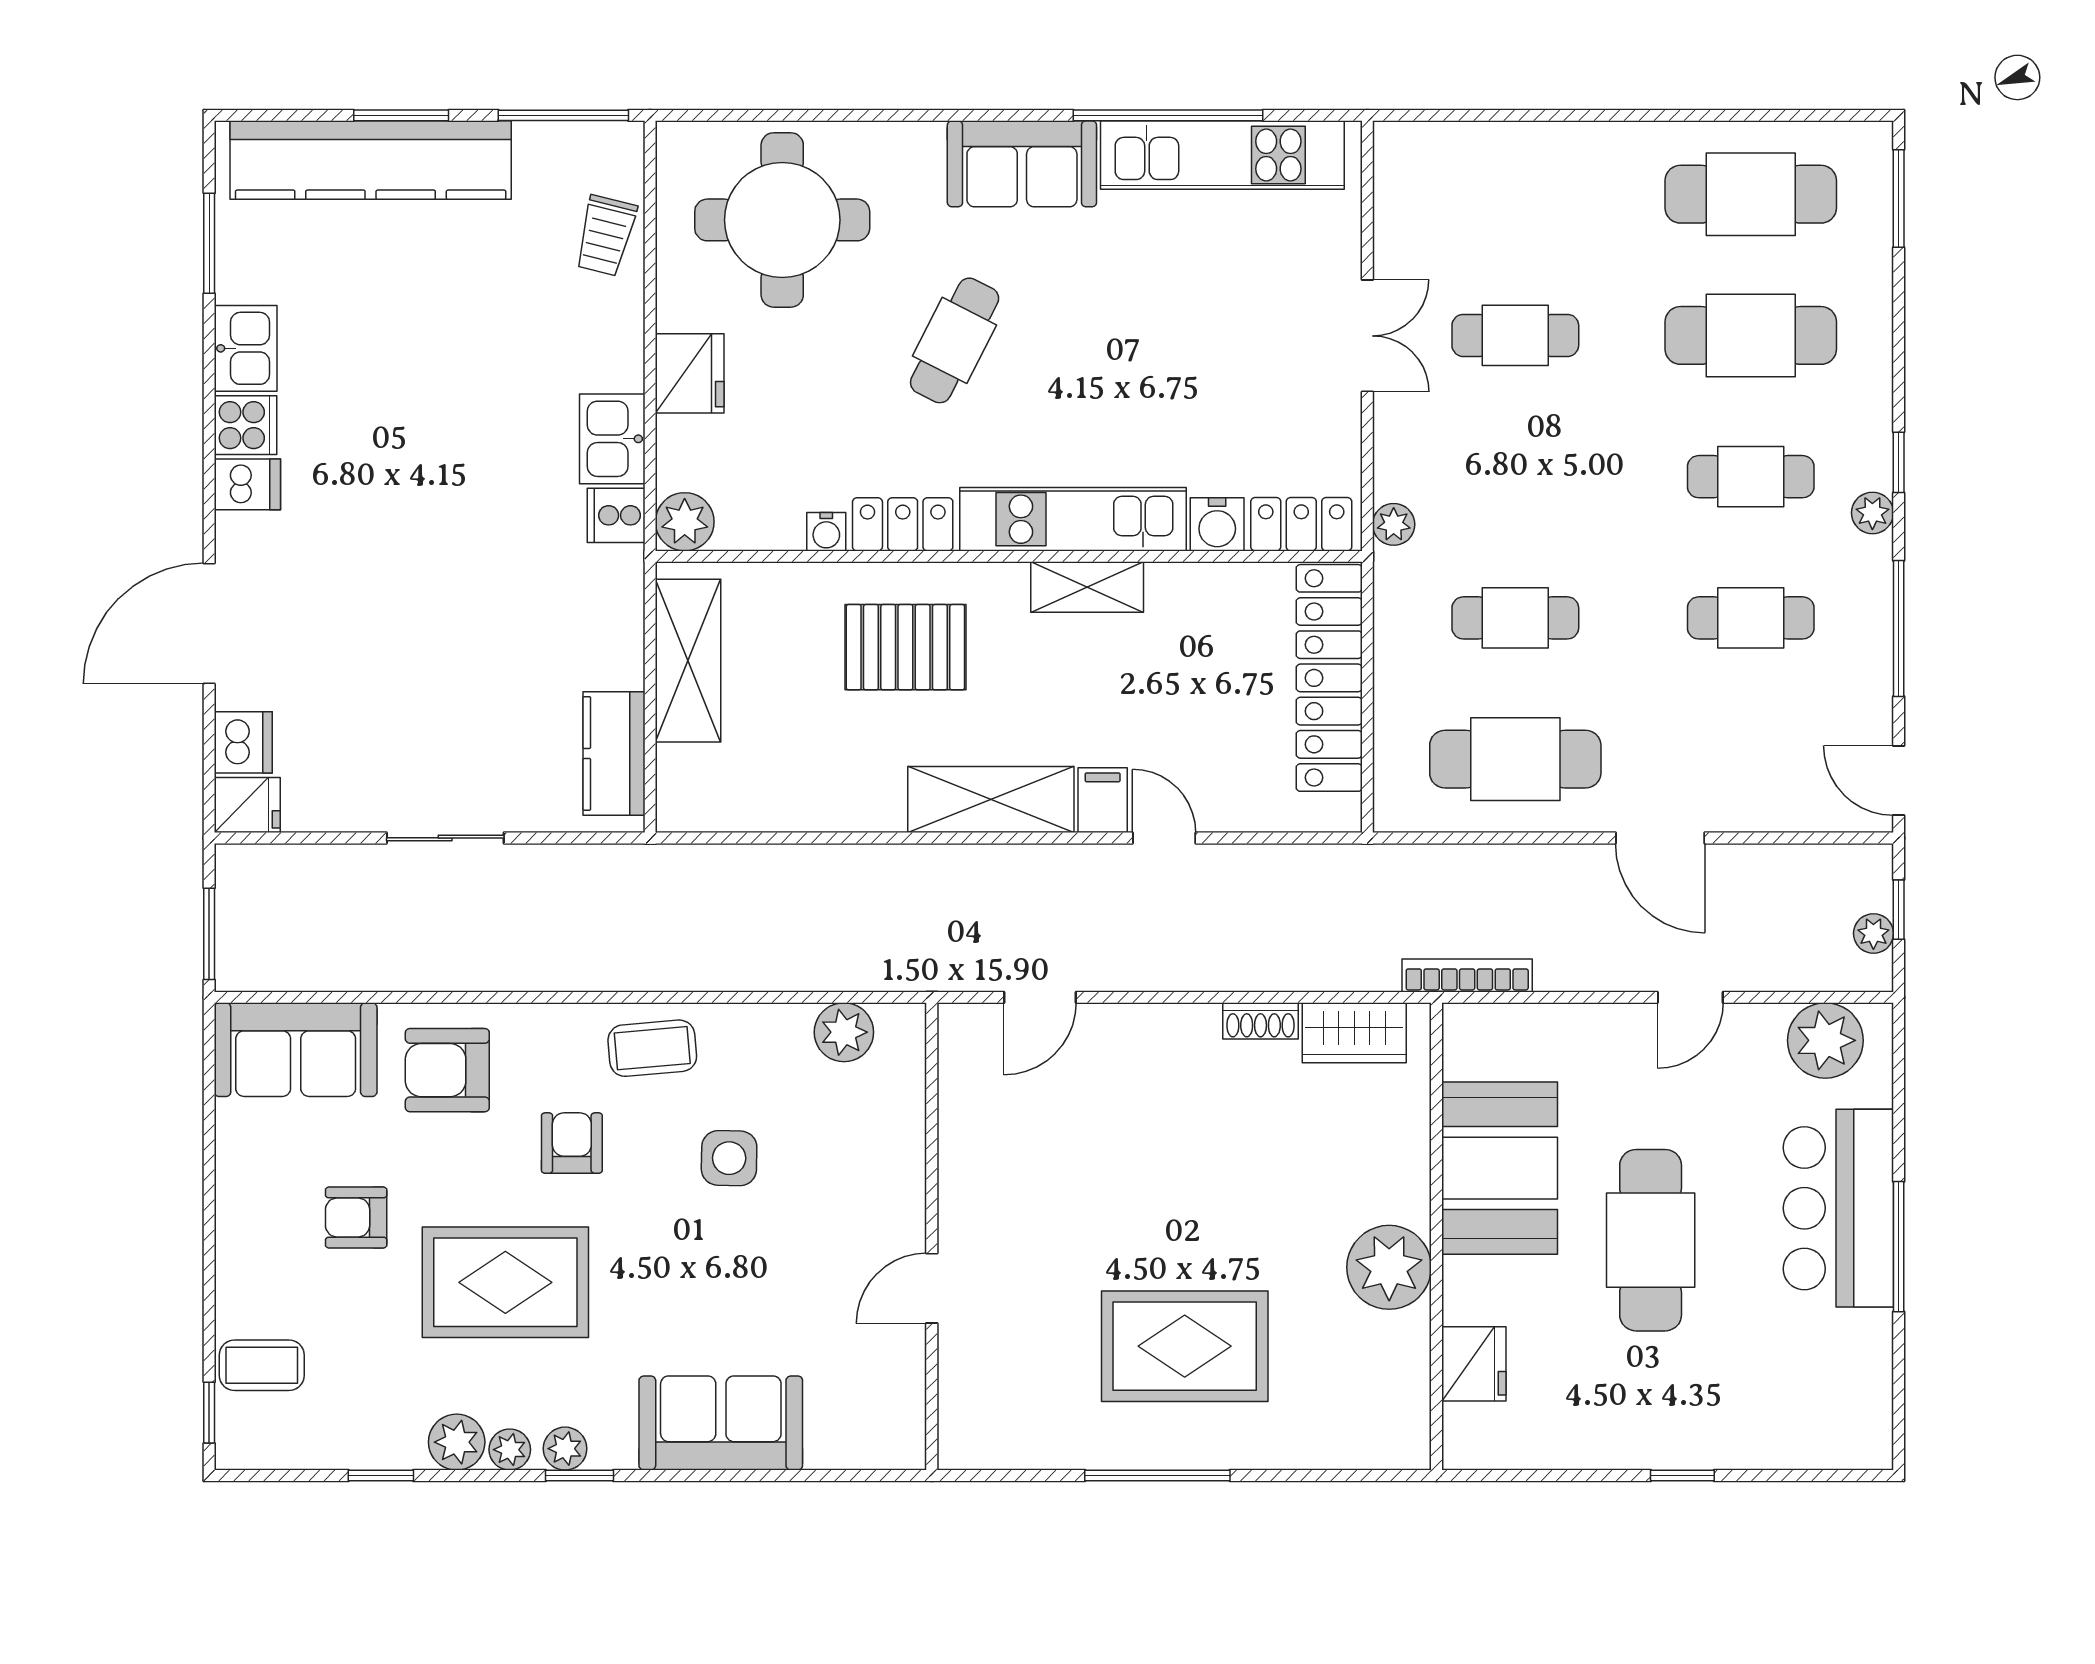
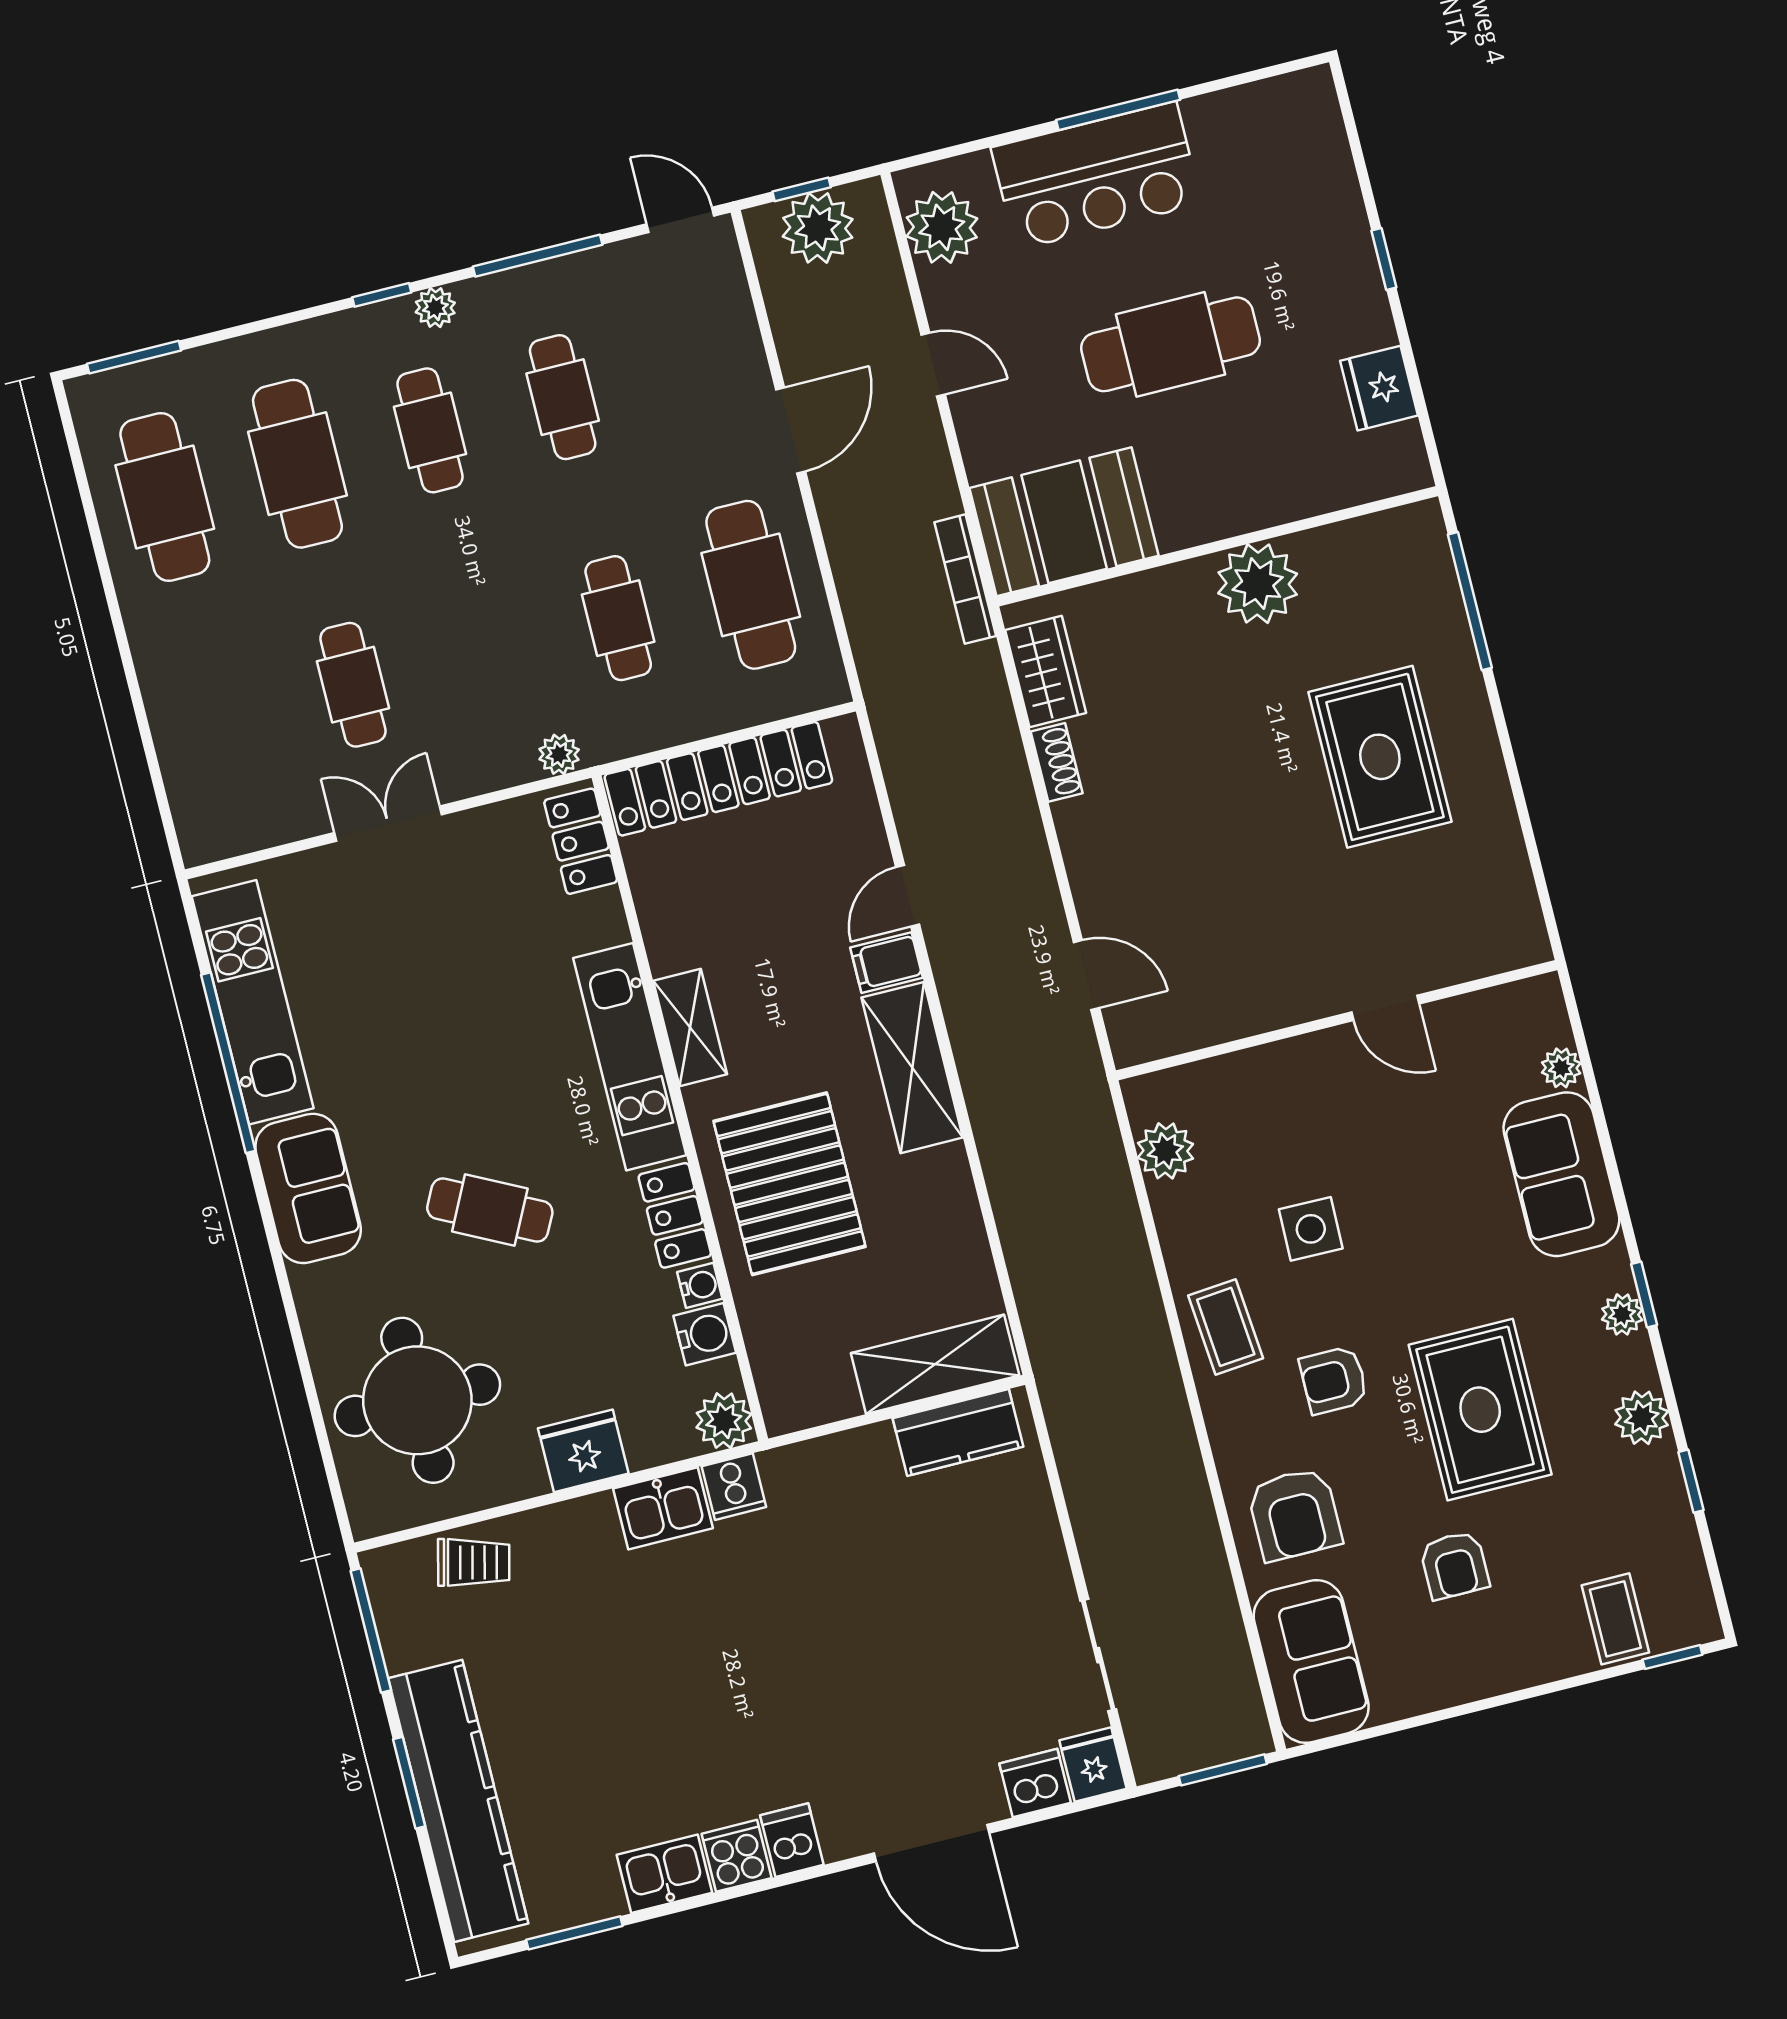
water cooler: (1217, 524) -> (705, 1334), moved
pallet: (905, 647) -> (789, 1184), width x1.37, depth x1.41
shelving: (688, 661) -> (935, 1364), moved
door: (1899, 781) -> (680, 220), swing flipped
sliding door: (445, 838) -> (1098, 1655), moved
plant: (1873, 933) -> (818, 228), width x1.88, depth x1.88
booth: (1500, 1168) -> (1064, 522), moved
fridge: (1474, 1364) -> (1379, 388), moved, turned -90
plant: (510, 1450) -> (1561, 1068), moved
window: (1157, 1476) -> (1470, 601), moved

